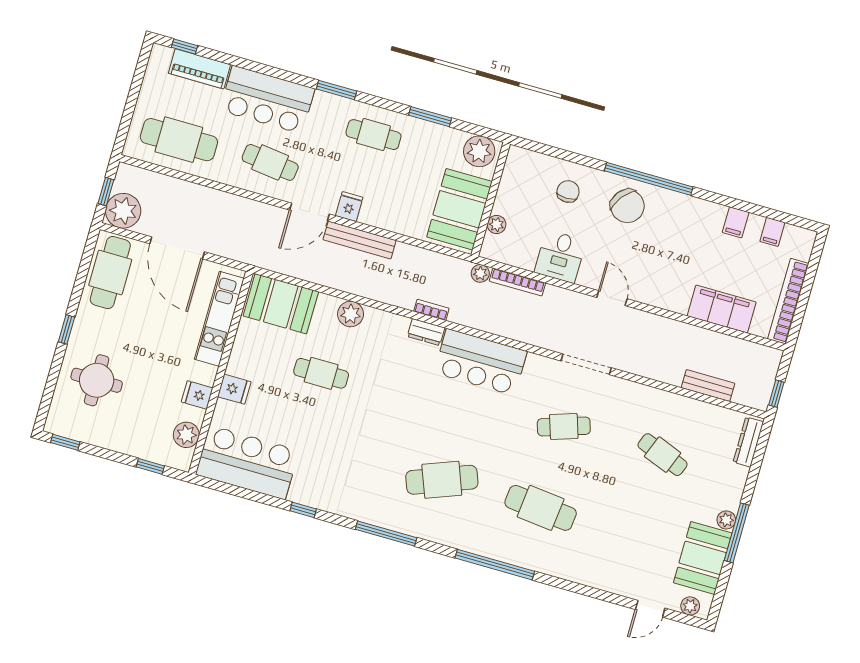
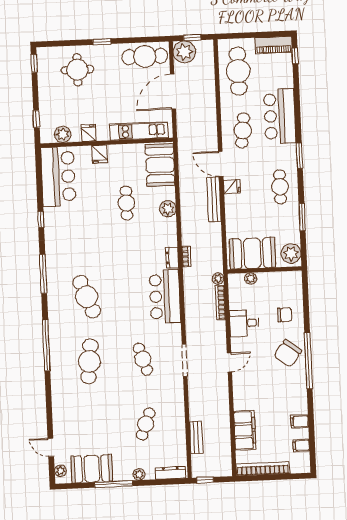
piano: (199, 69) -> (274, 45), moved, turned -90
plant: (726, 520) -> (139, 474), moved

